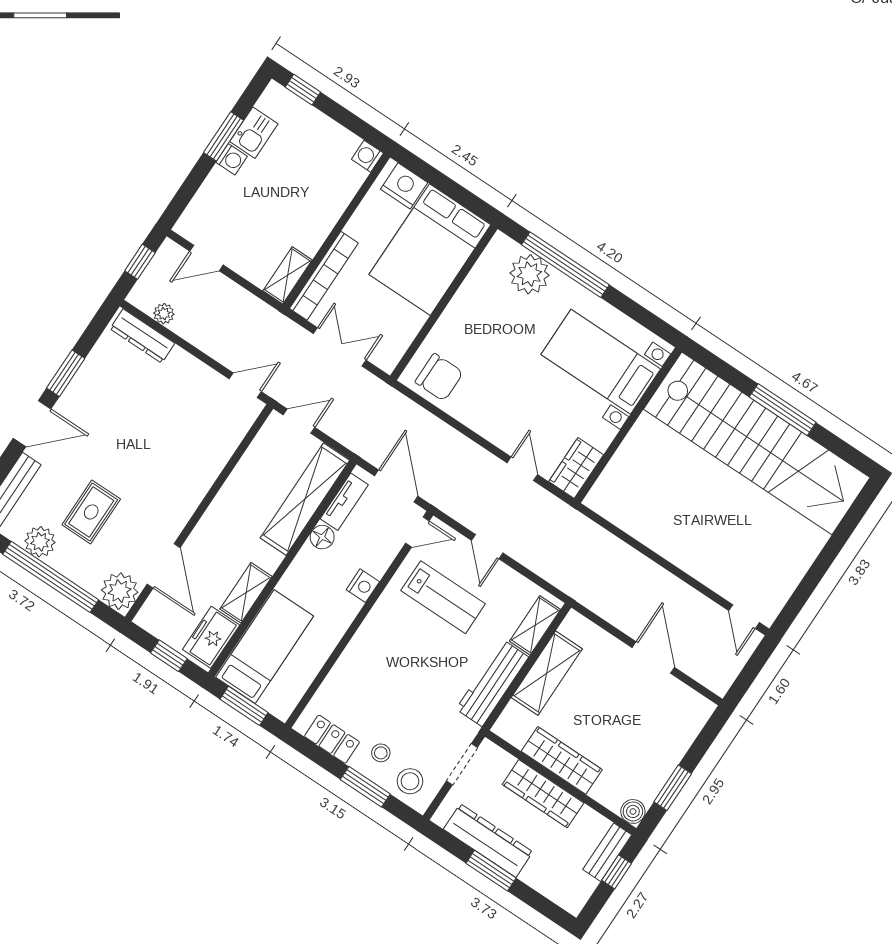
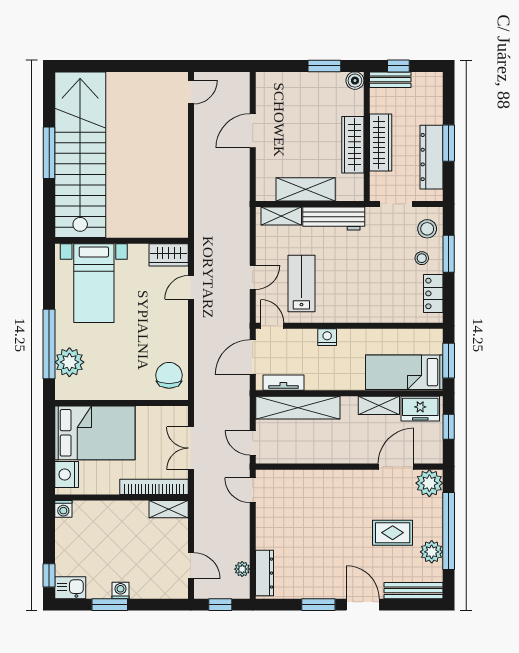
kitchen sink: (254, 133) -> (70, 588), moved
floor lamp: (322, 537) -> (314, 382), removed

